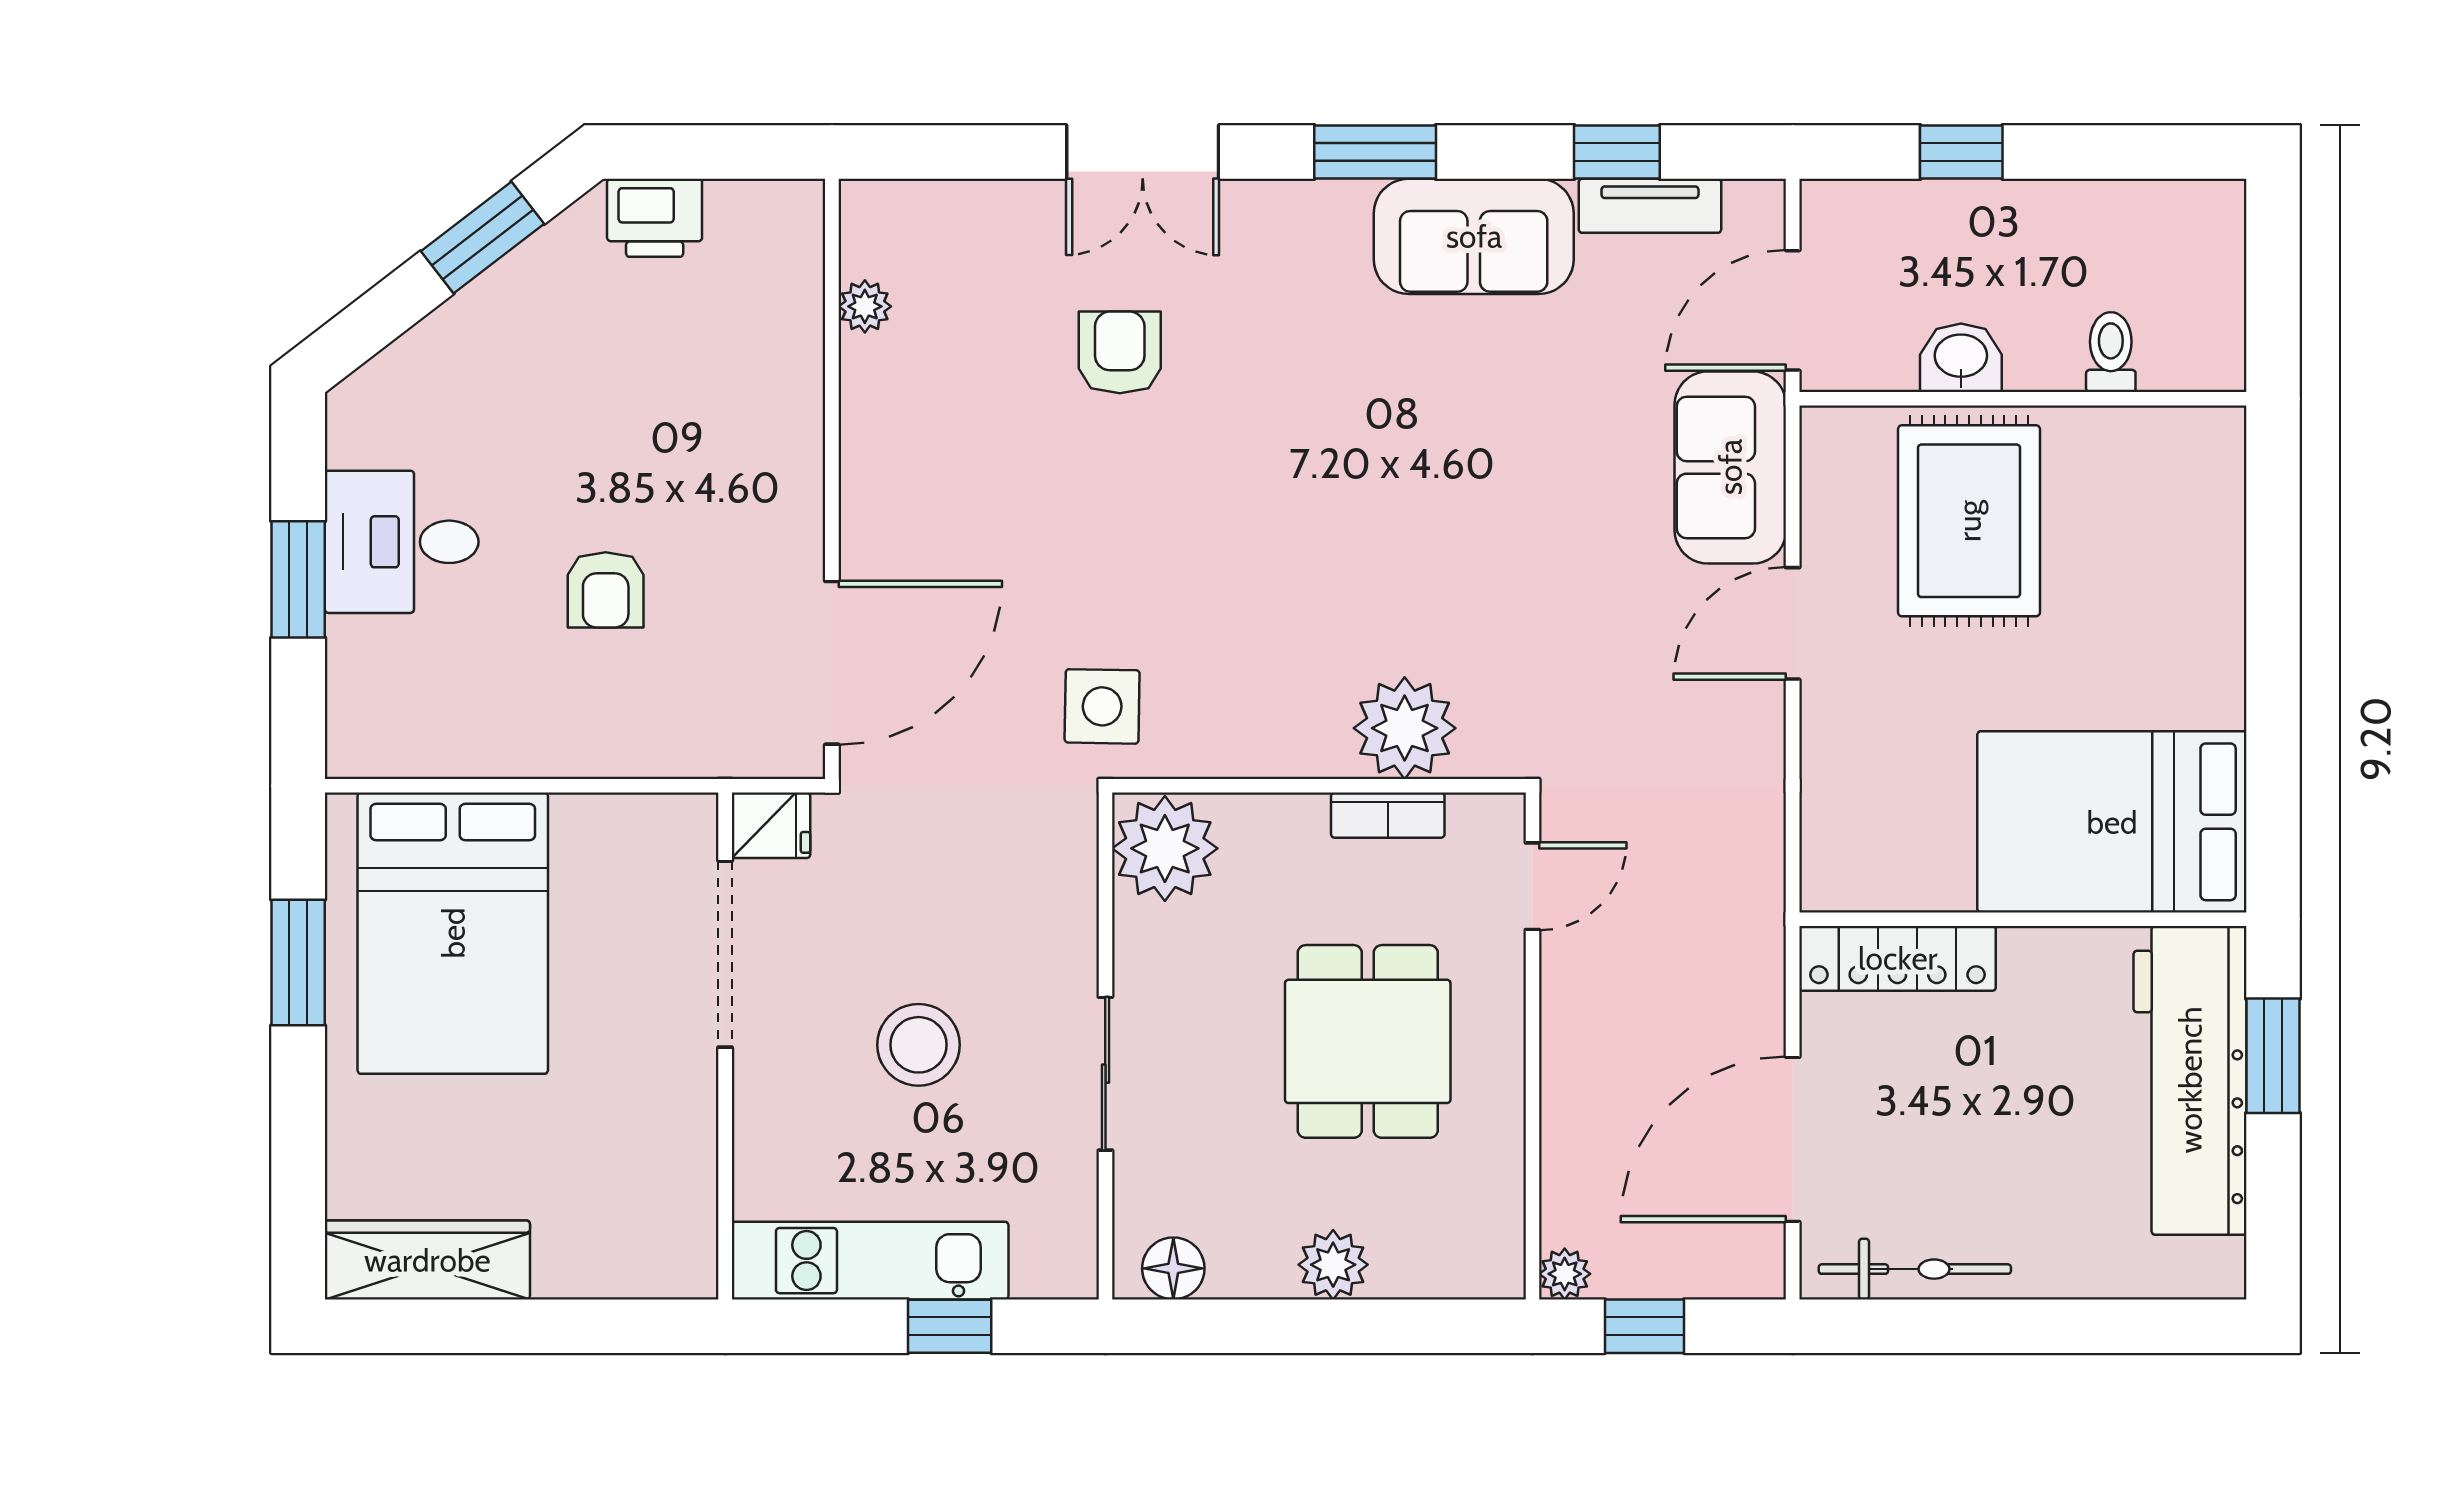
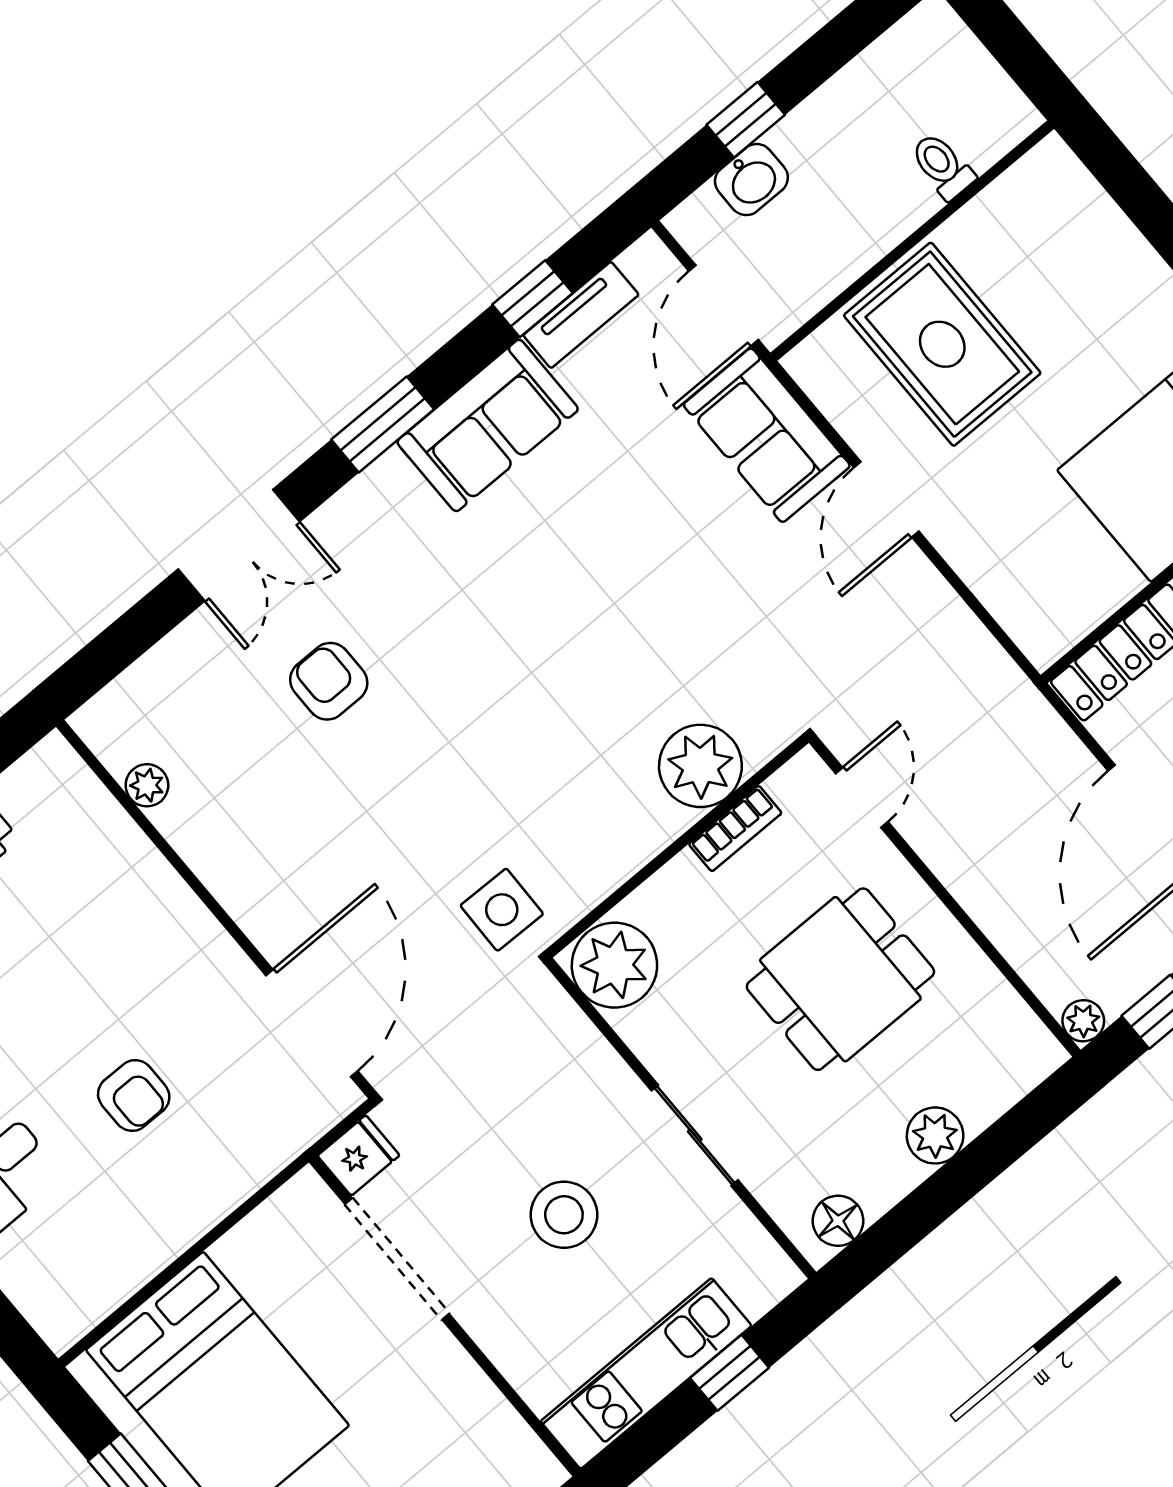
washbasin: (1961, 358) -> (751, 180), moved, turned 180
dining table: (1368, 1041) -> (840, 979), turned 90

